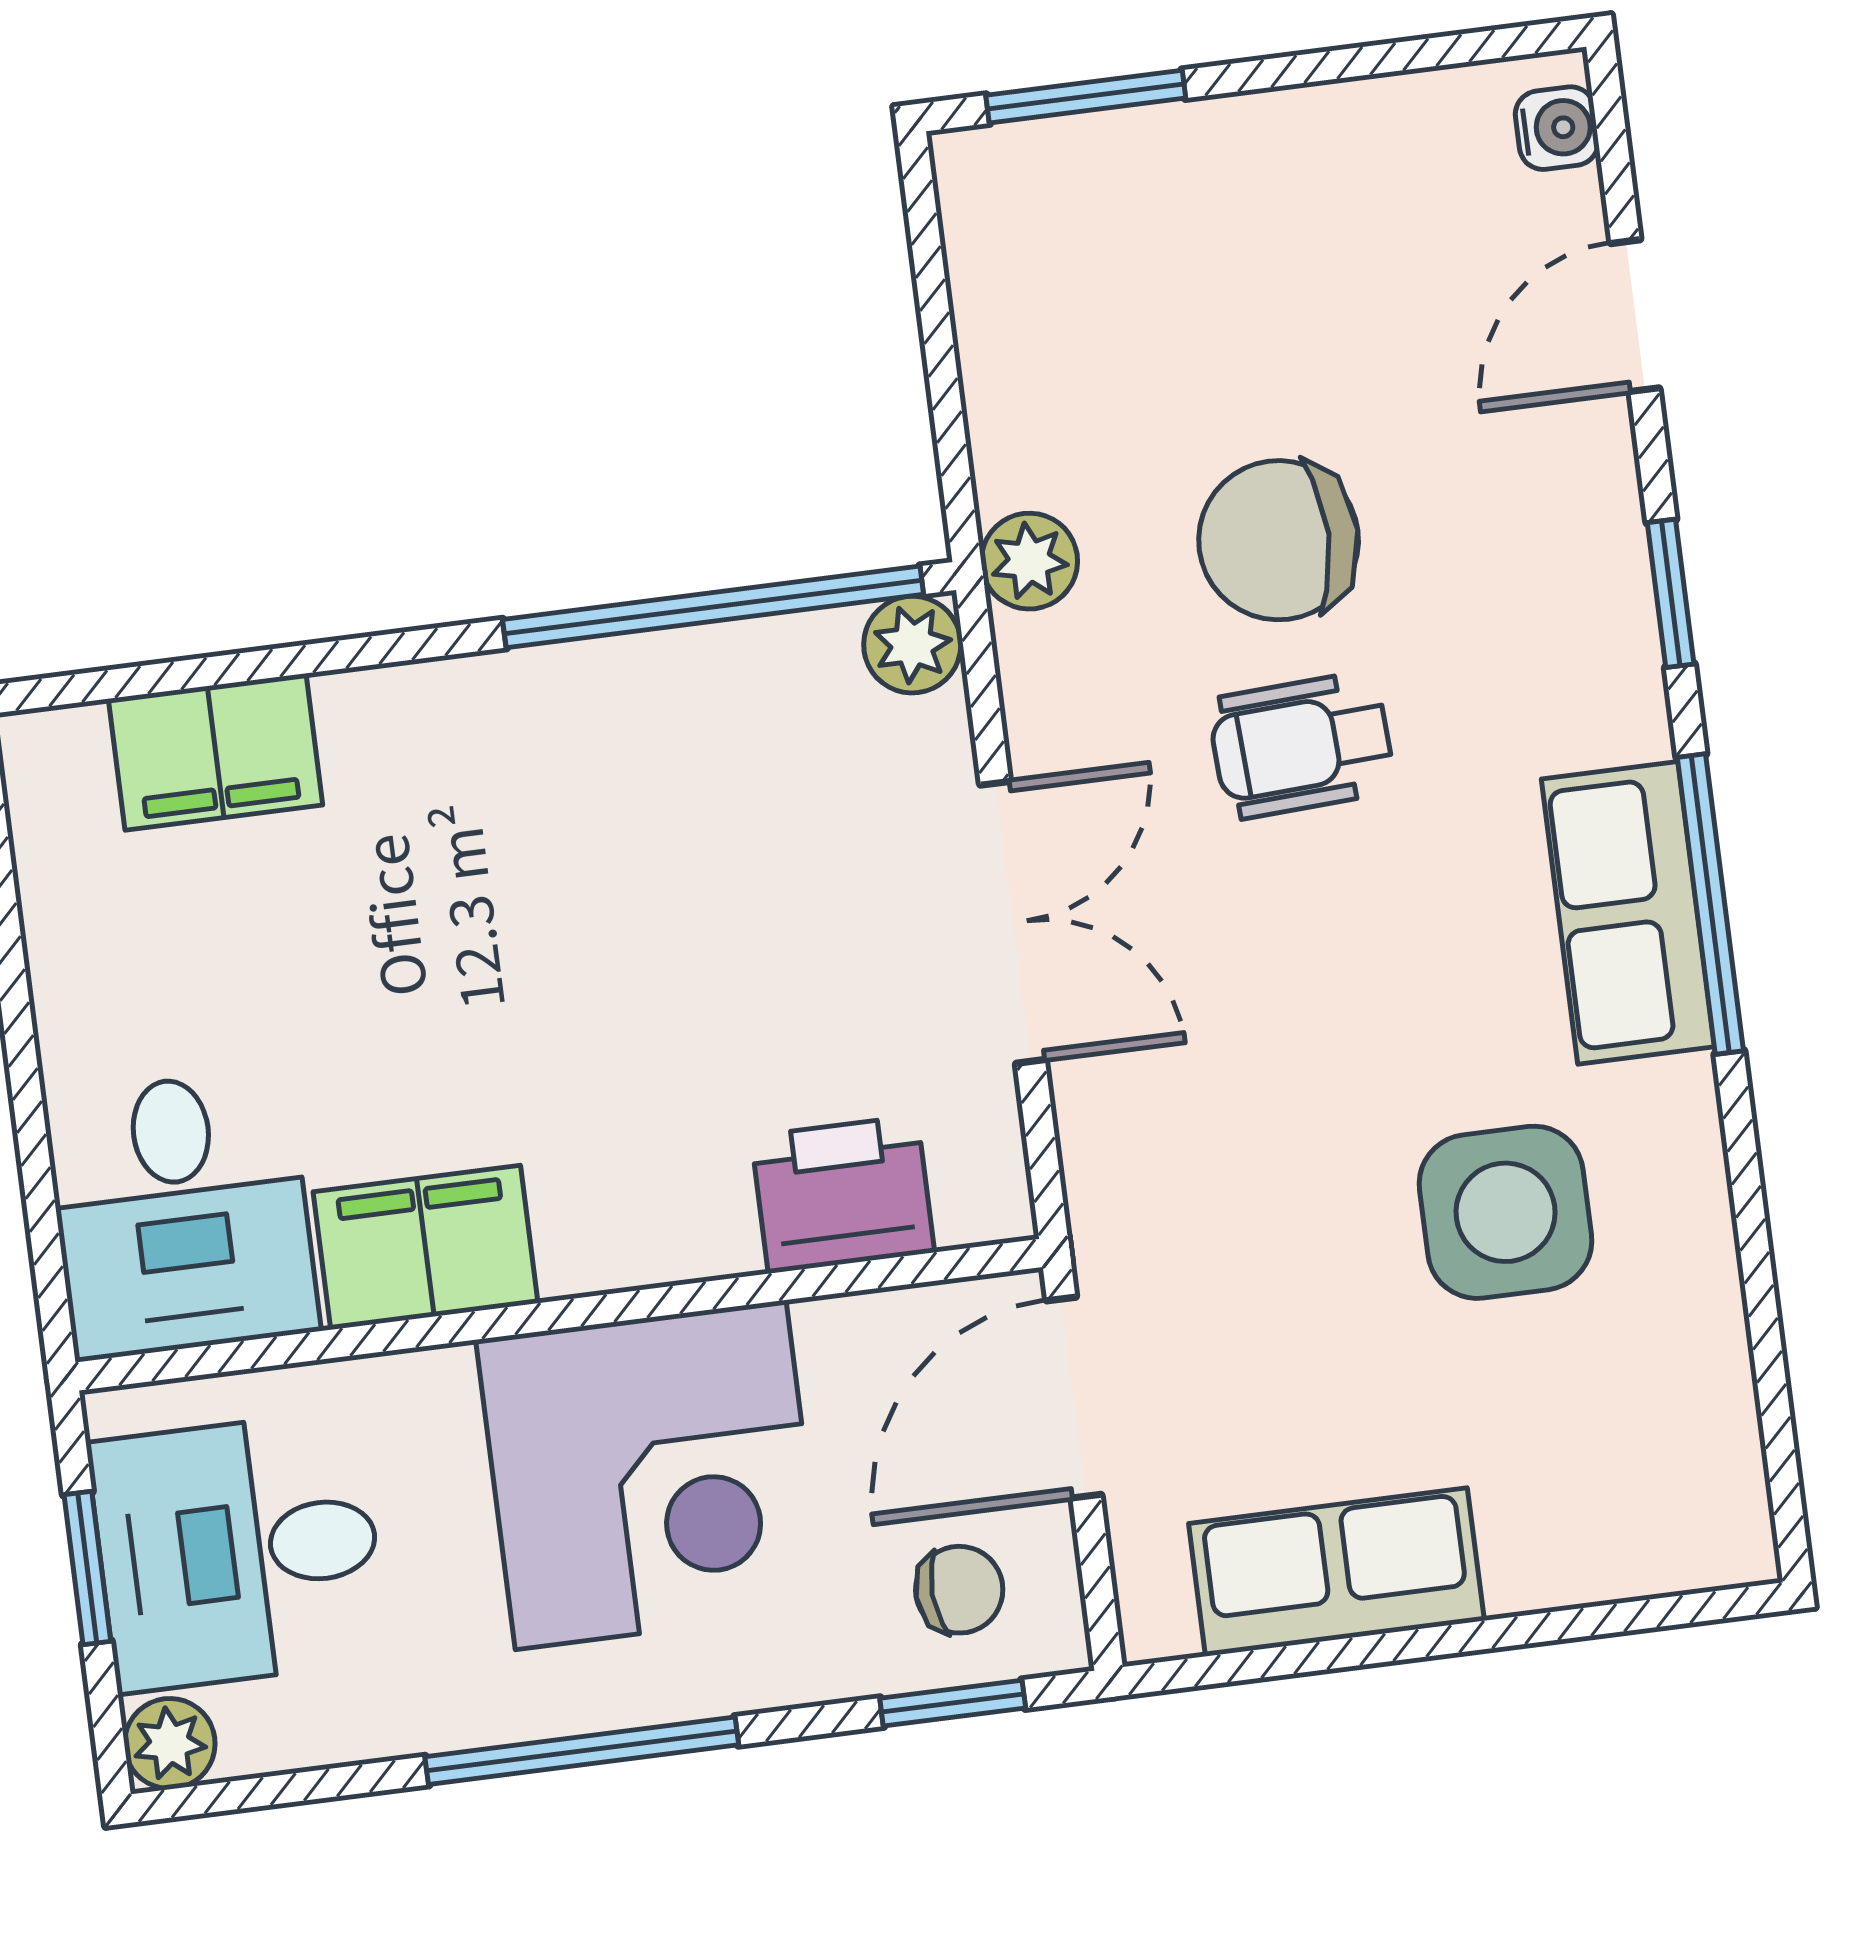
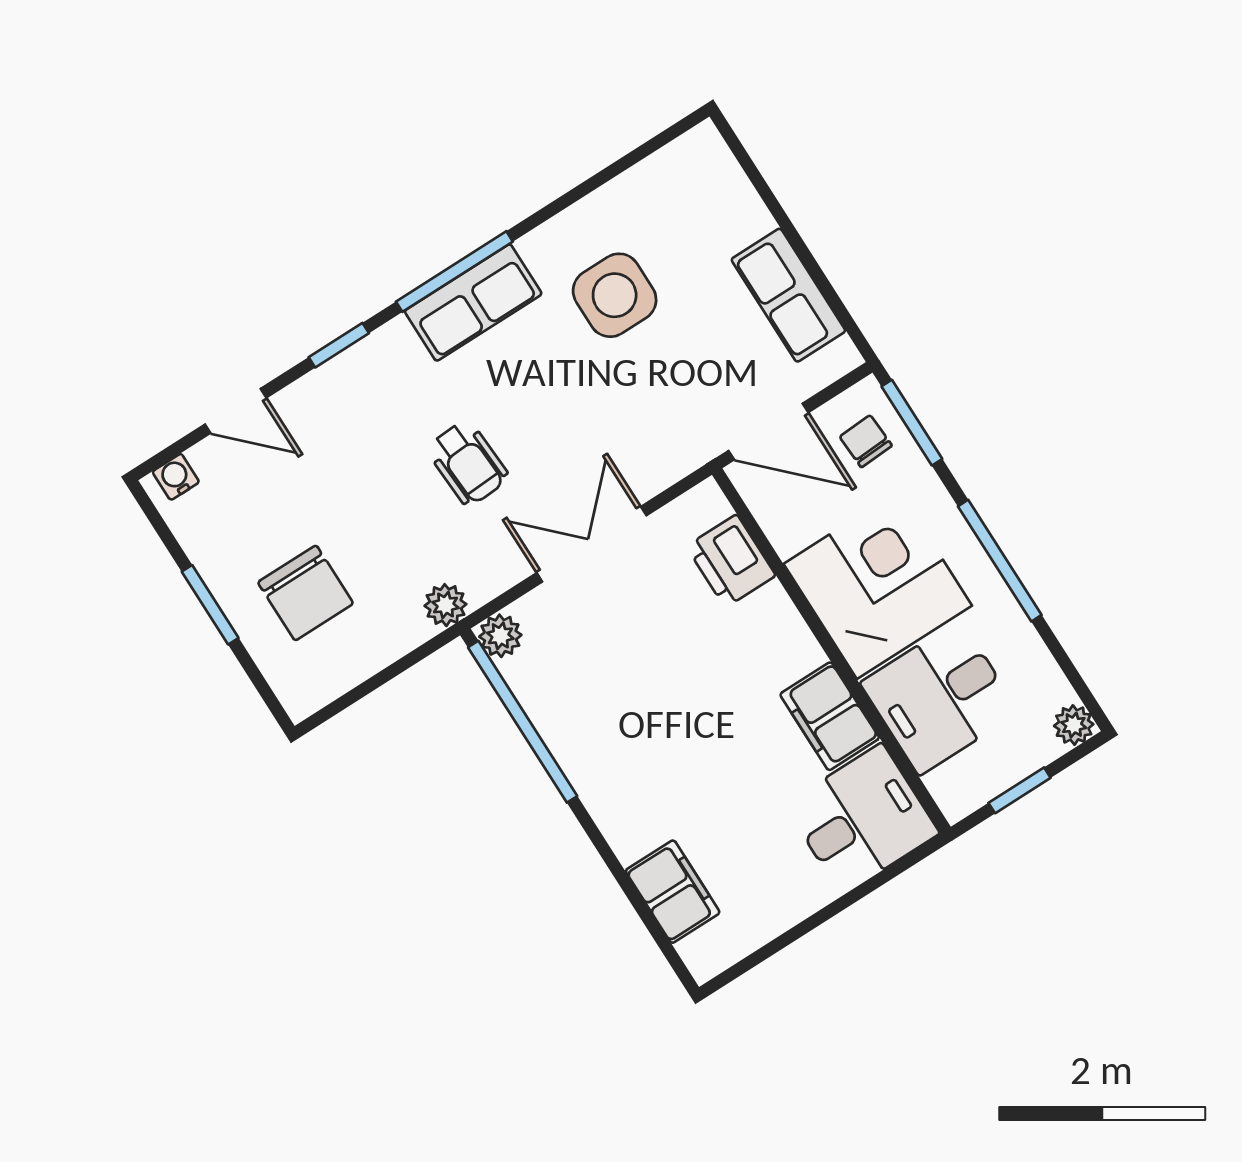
window: (1086, 97) -> (210, 605), moved
chair: (1279, 540) -> (306, 593), moved
desk: (238, 1551) -> (940, 697), moved, turned 90
window: (953, 1703) -> (912, 423), width x1.50

